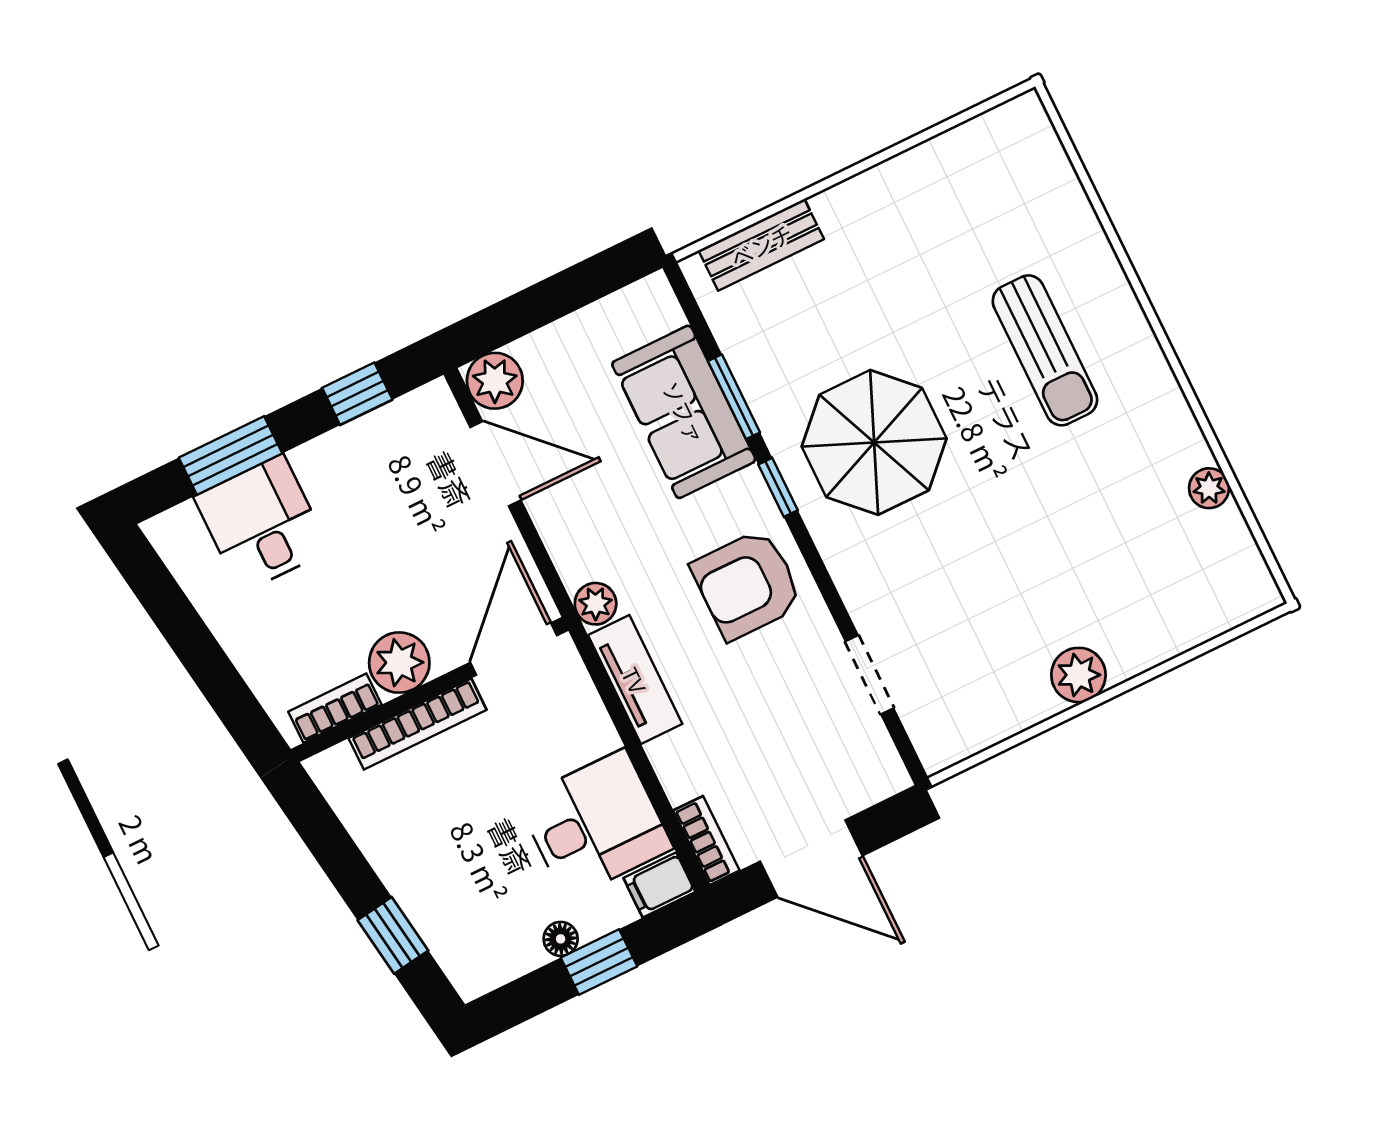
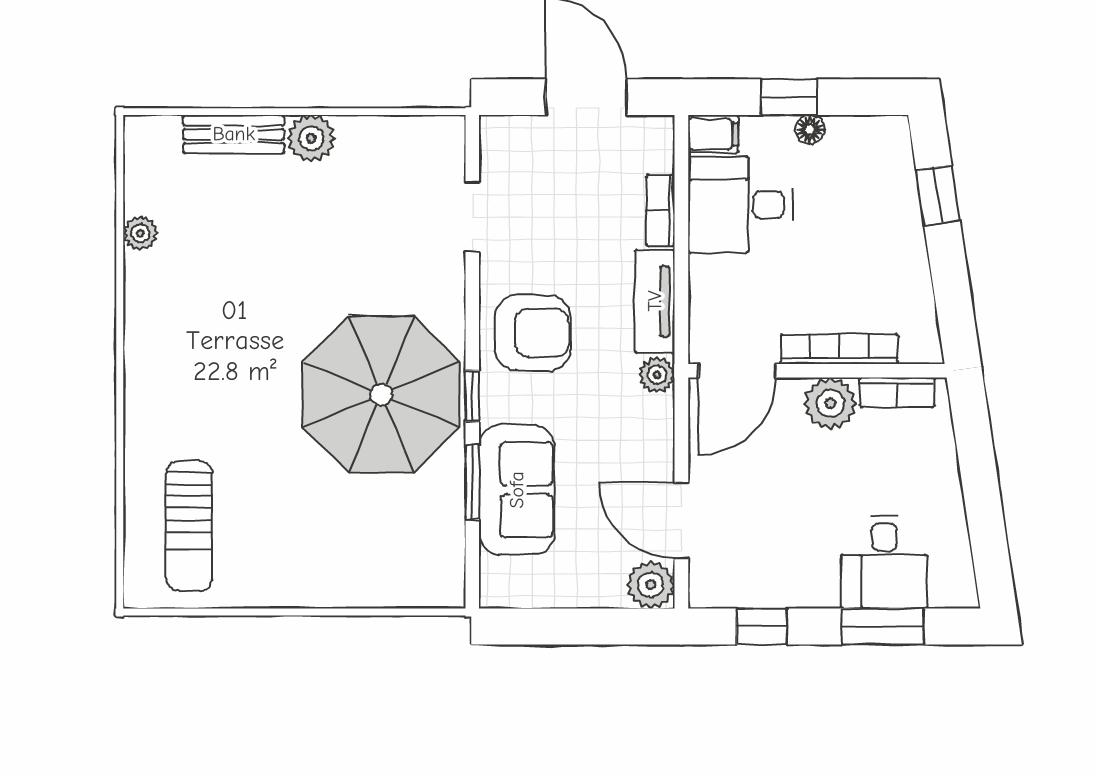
bench: (761, 245) -> (234, 134), moved
sun lounger: (1045, 350) -> (189, 526), moved, turned 180
parasol: (874, 442) -> (381, 394), width x1.36, depth x1.36
bookcase: (706, 840) -> (660, 210), moved

